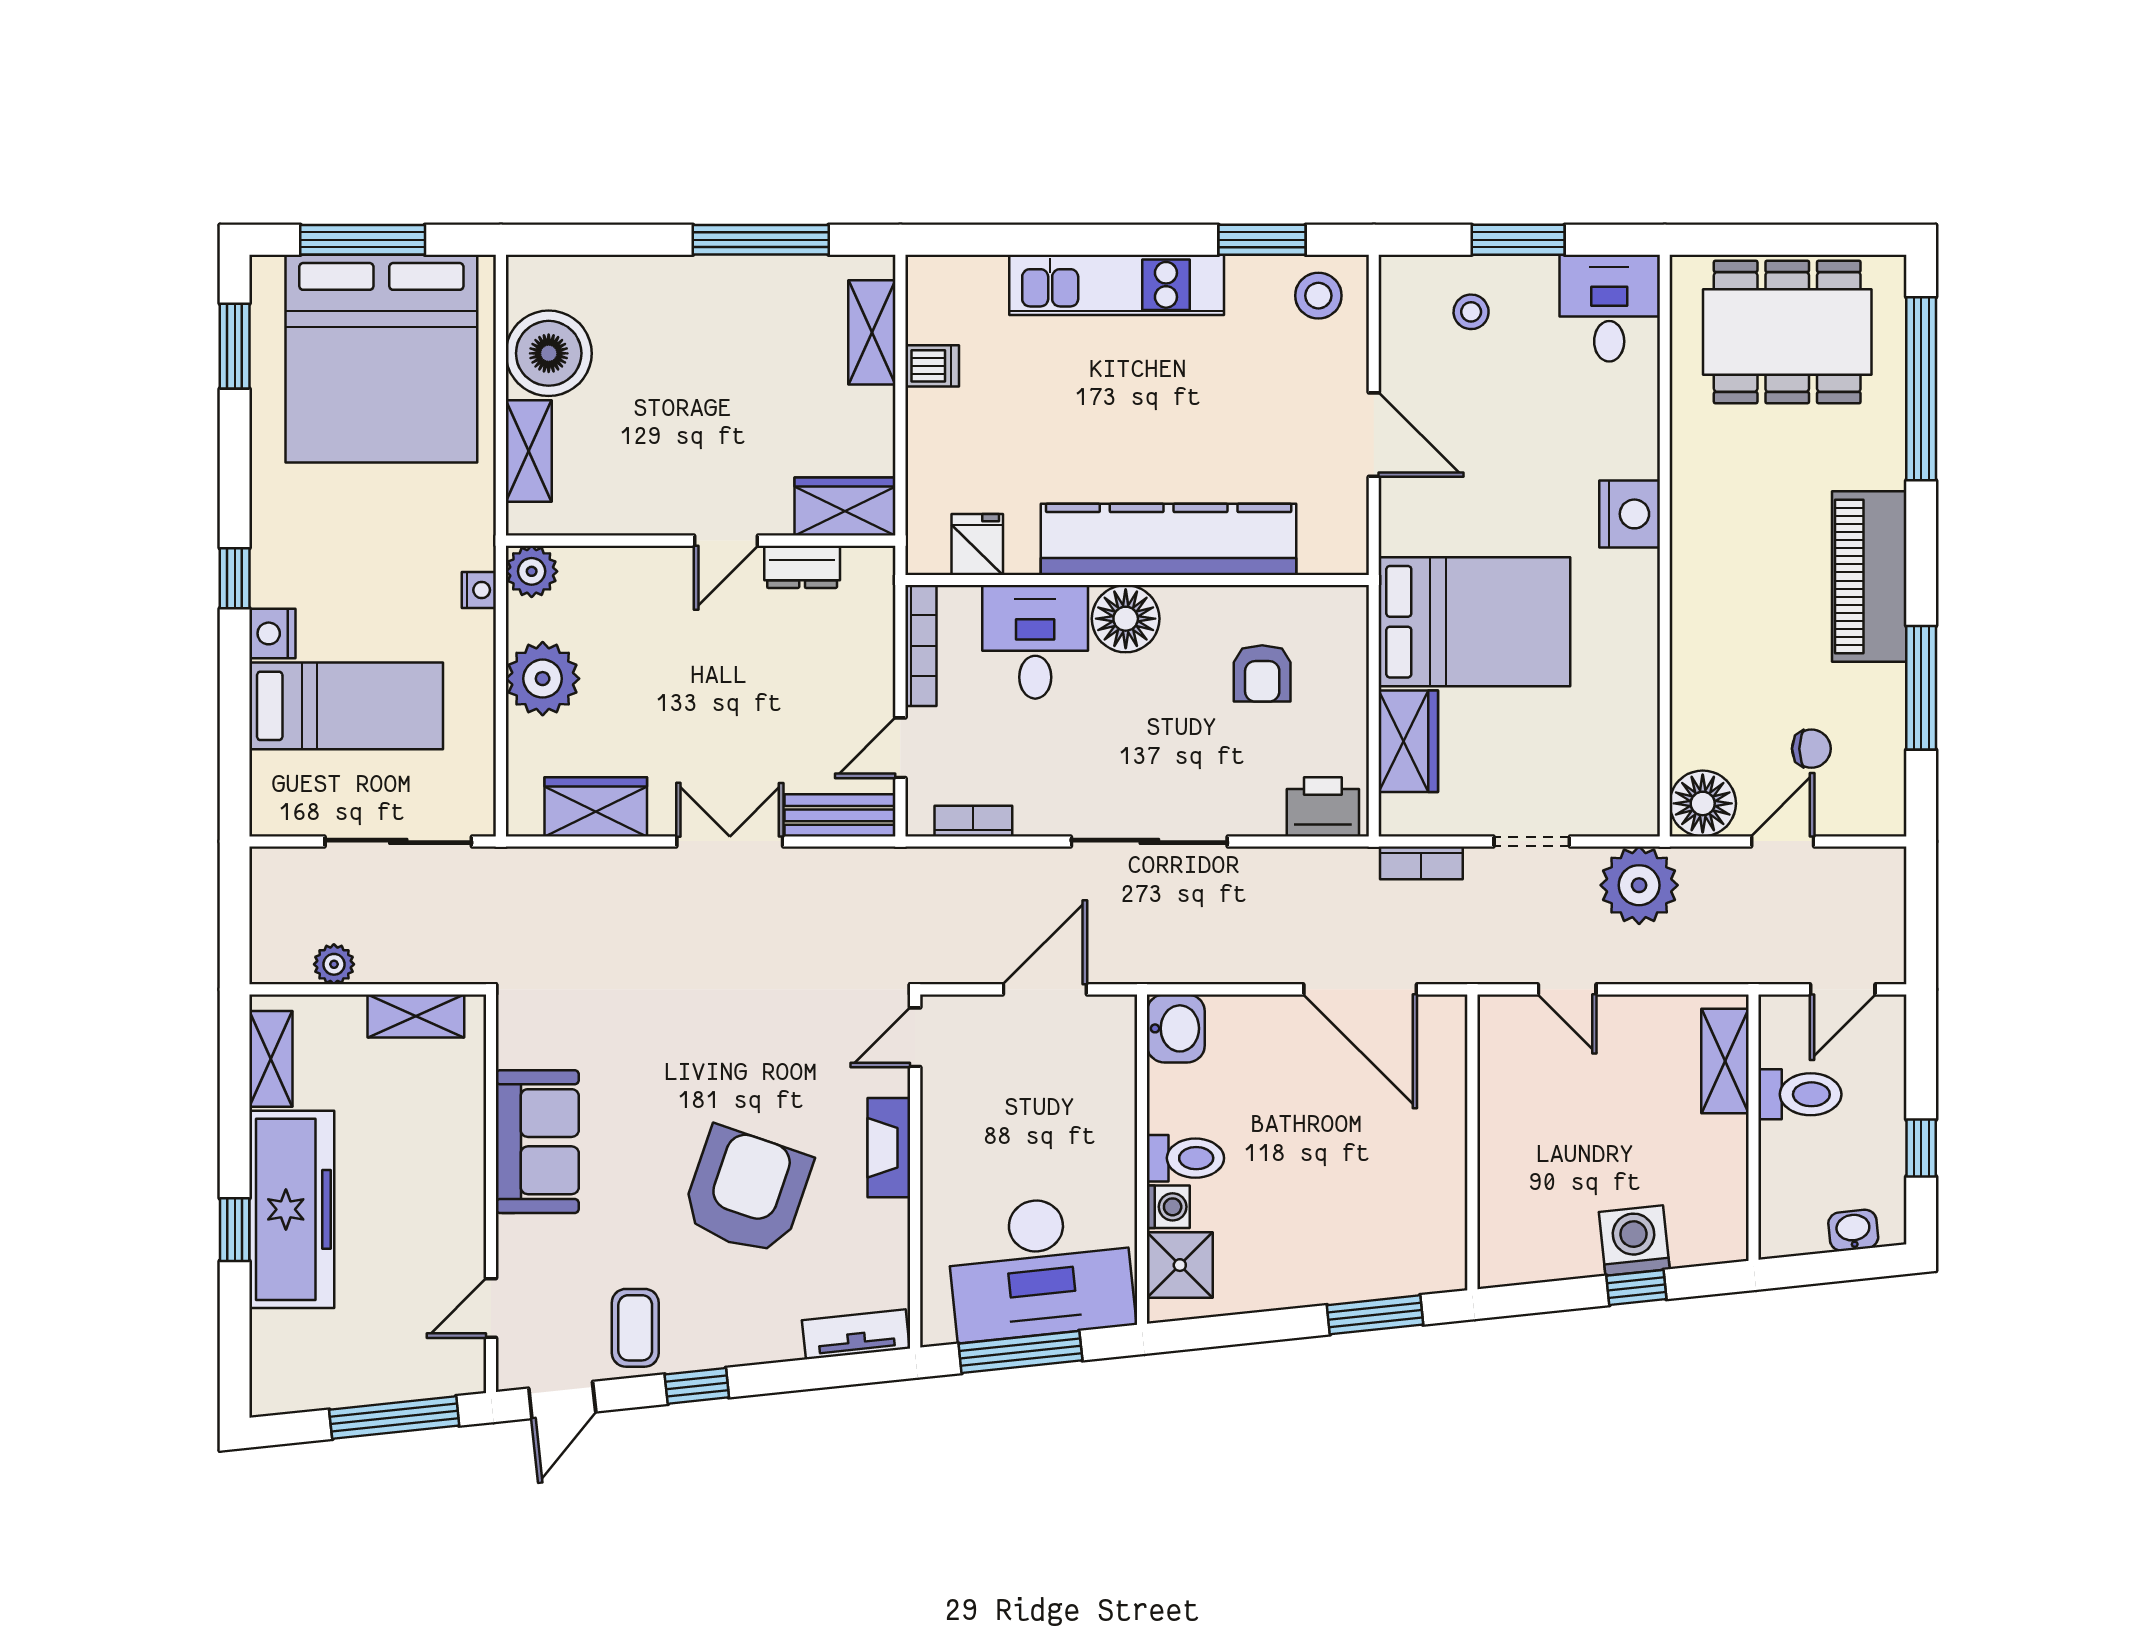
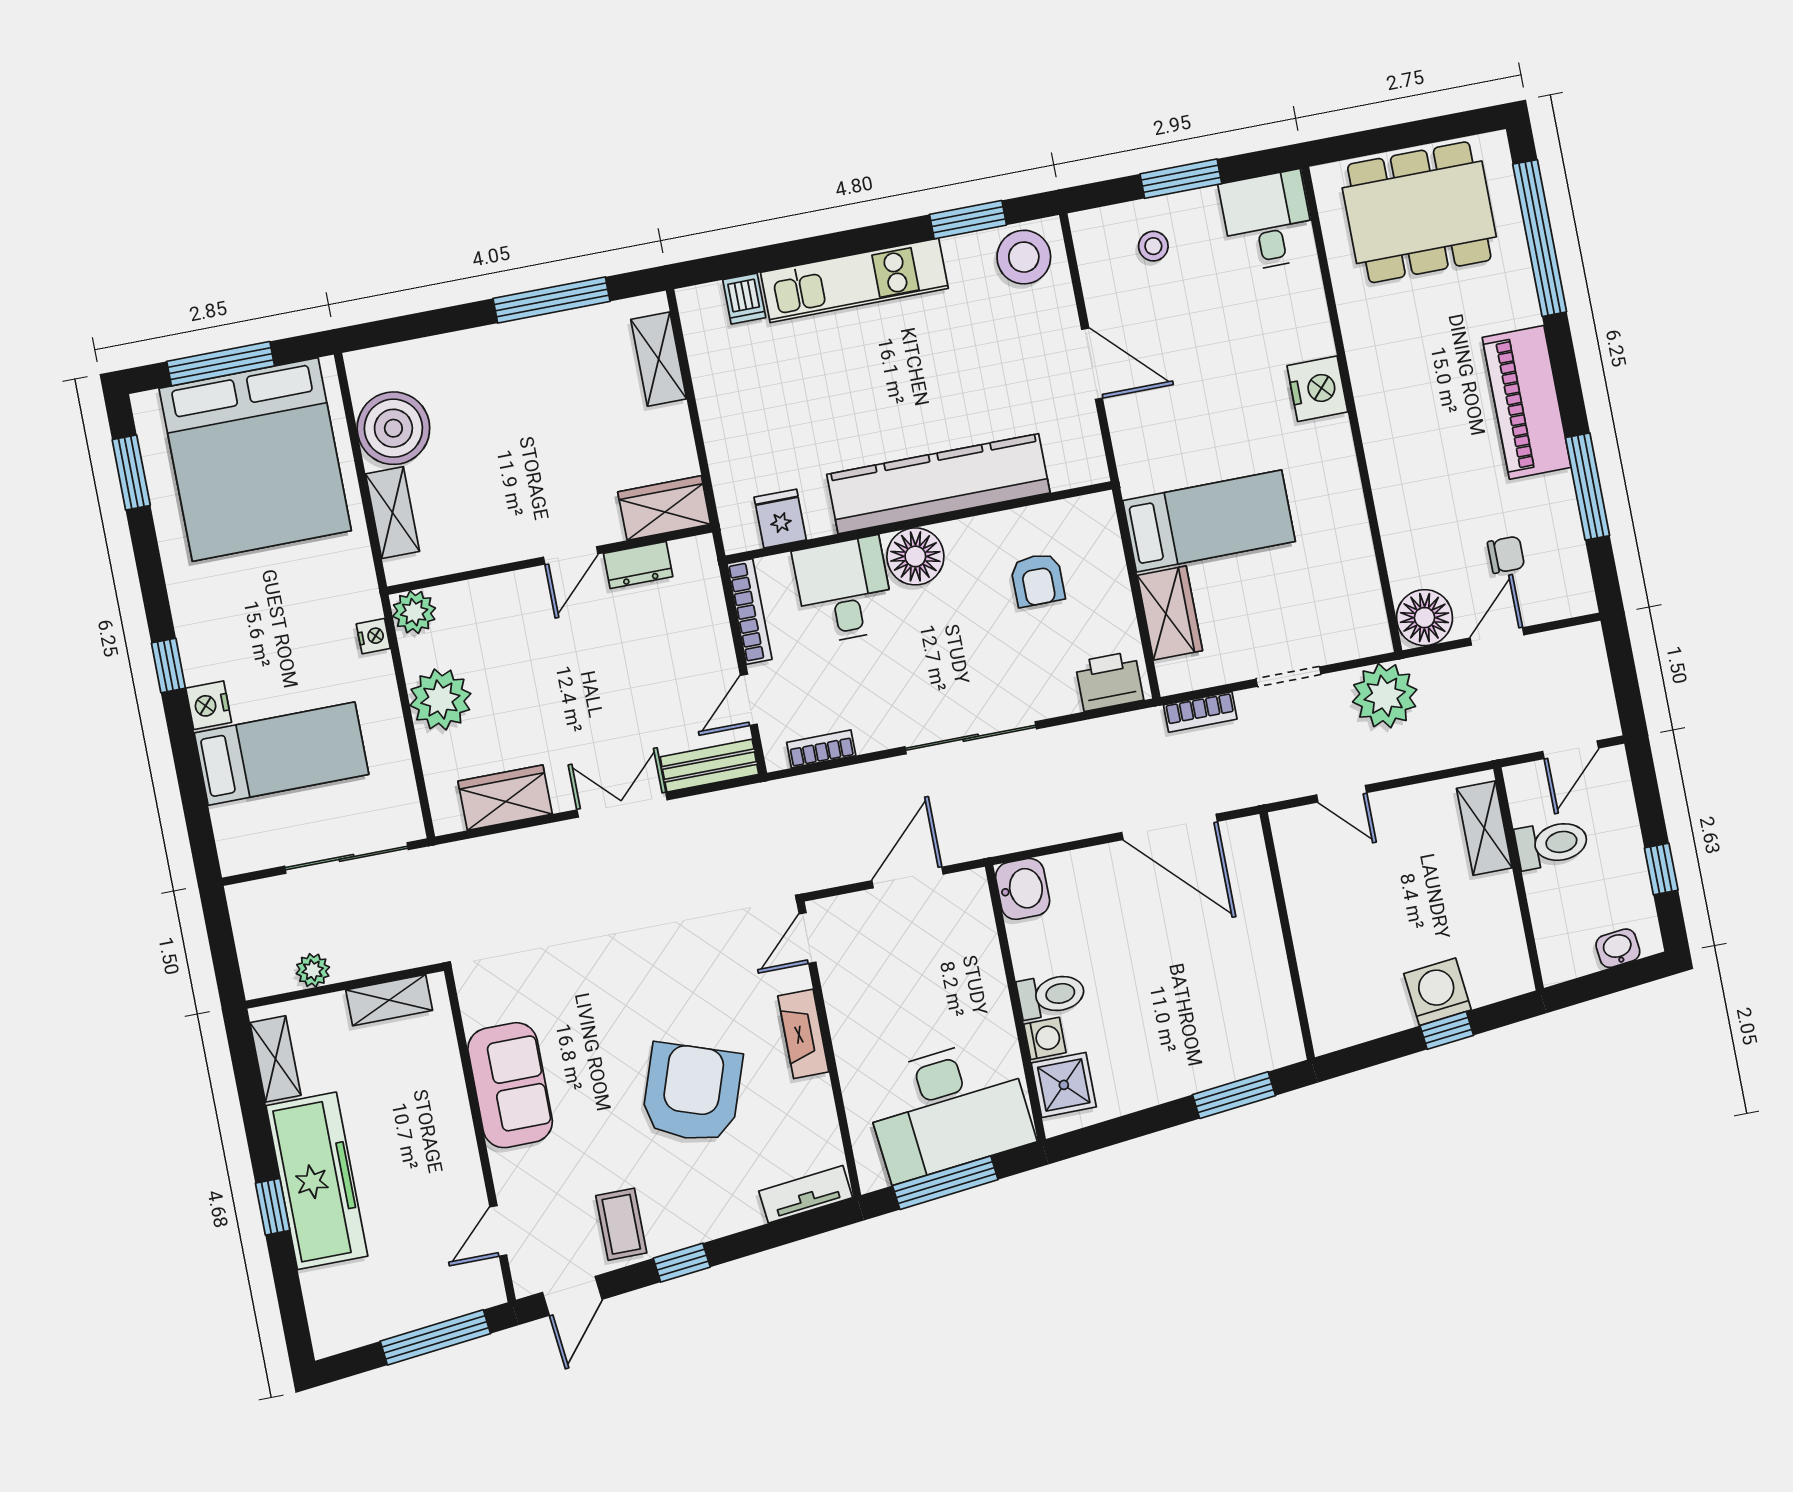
stool: (1318, 296) -> (1024, 257), width x1.38, depth x1.38
dishwasher: (932, 366) -> (744, 299), moved, turned 90
bed: (1474, 622) -> (1209, 521), width x0.67

